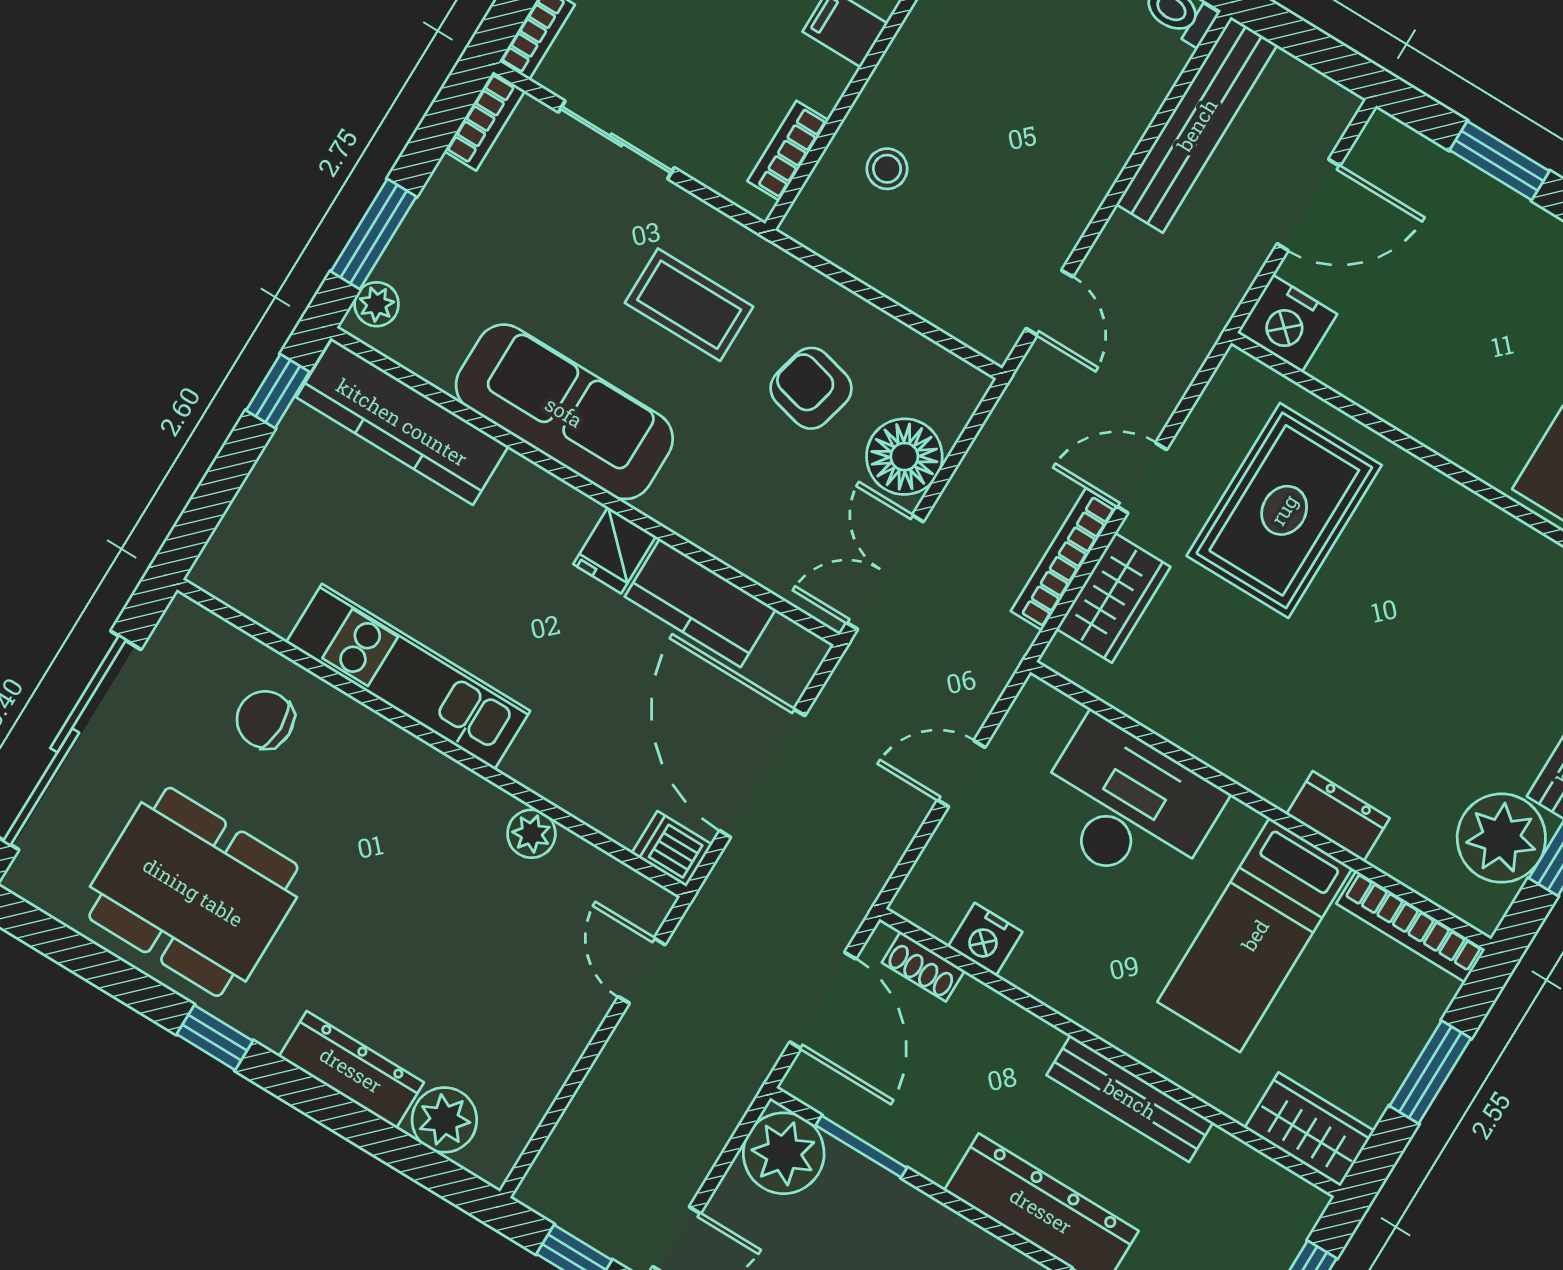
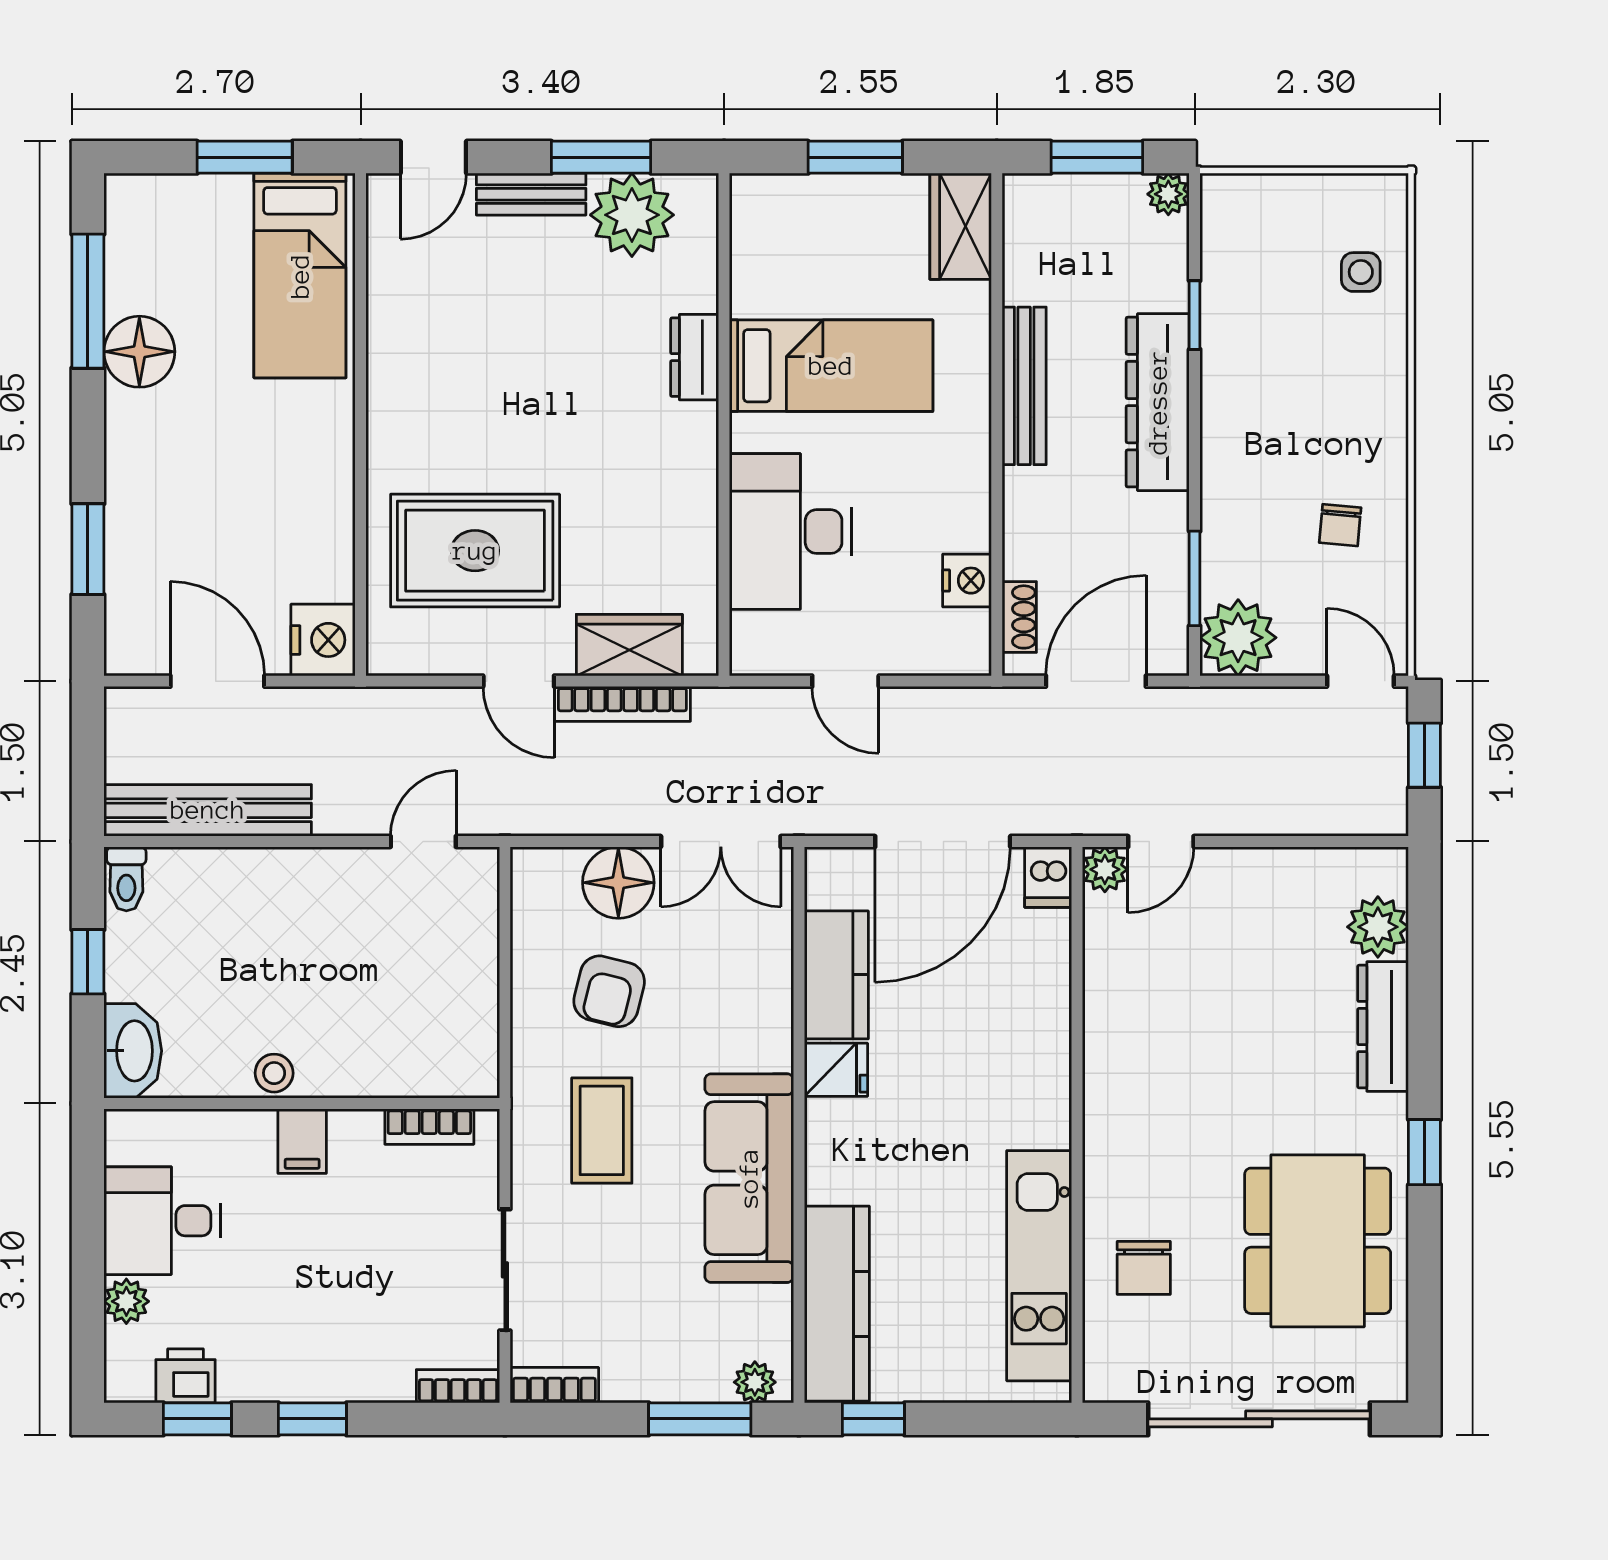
stool: (887, 169) -> (274, 1073), moved
kitchen unit: (408, 677) -> (1039, 1266), moved
plant: (531, 834) -> (1105, 869), moved
bookcase: (1411, 926) -> (748, 244), removed

